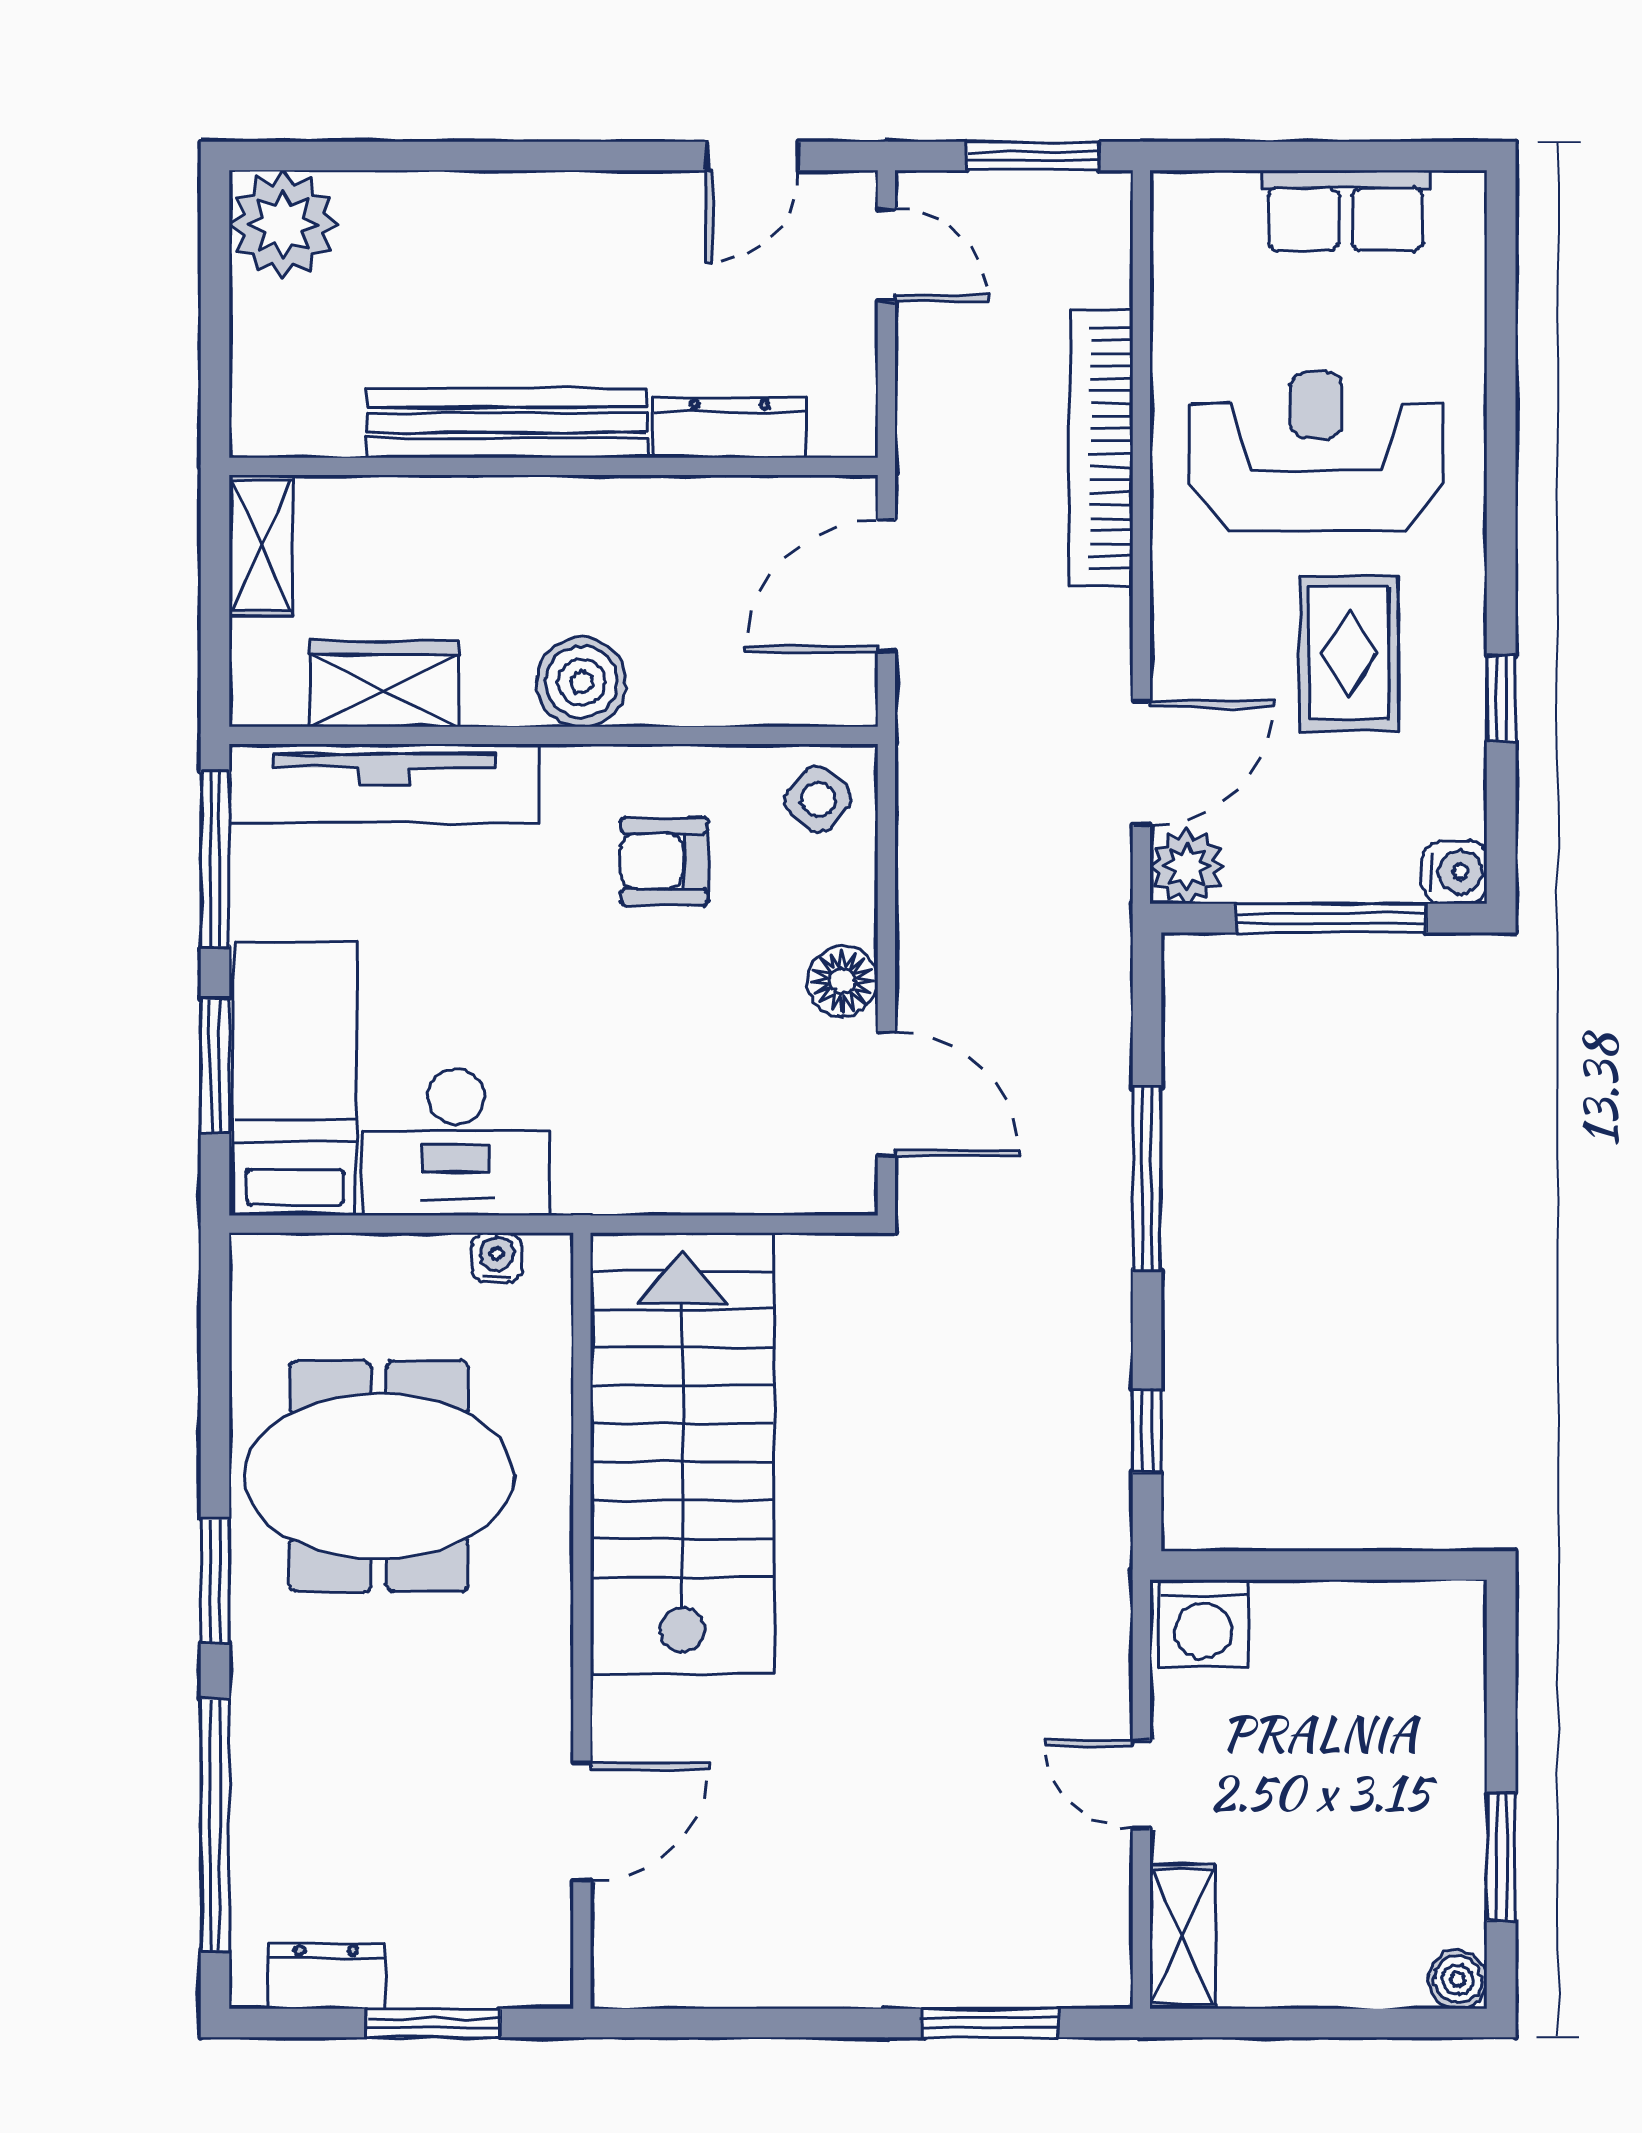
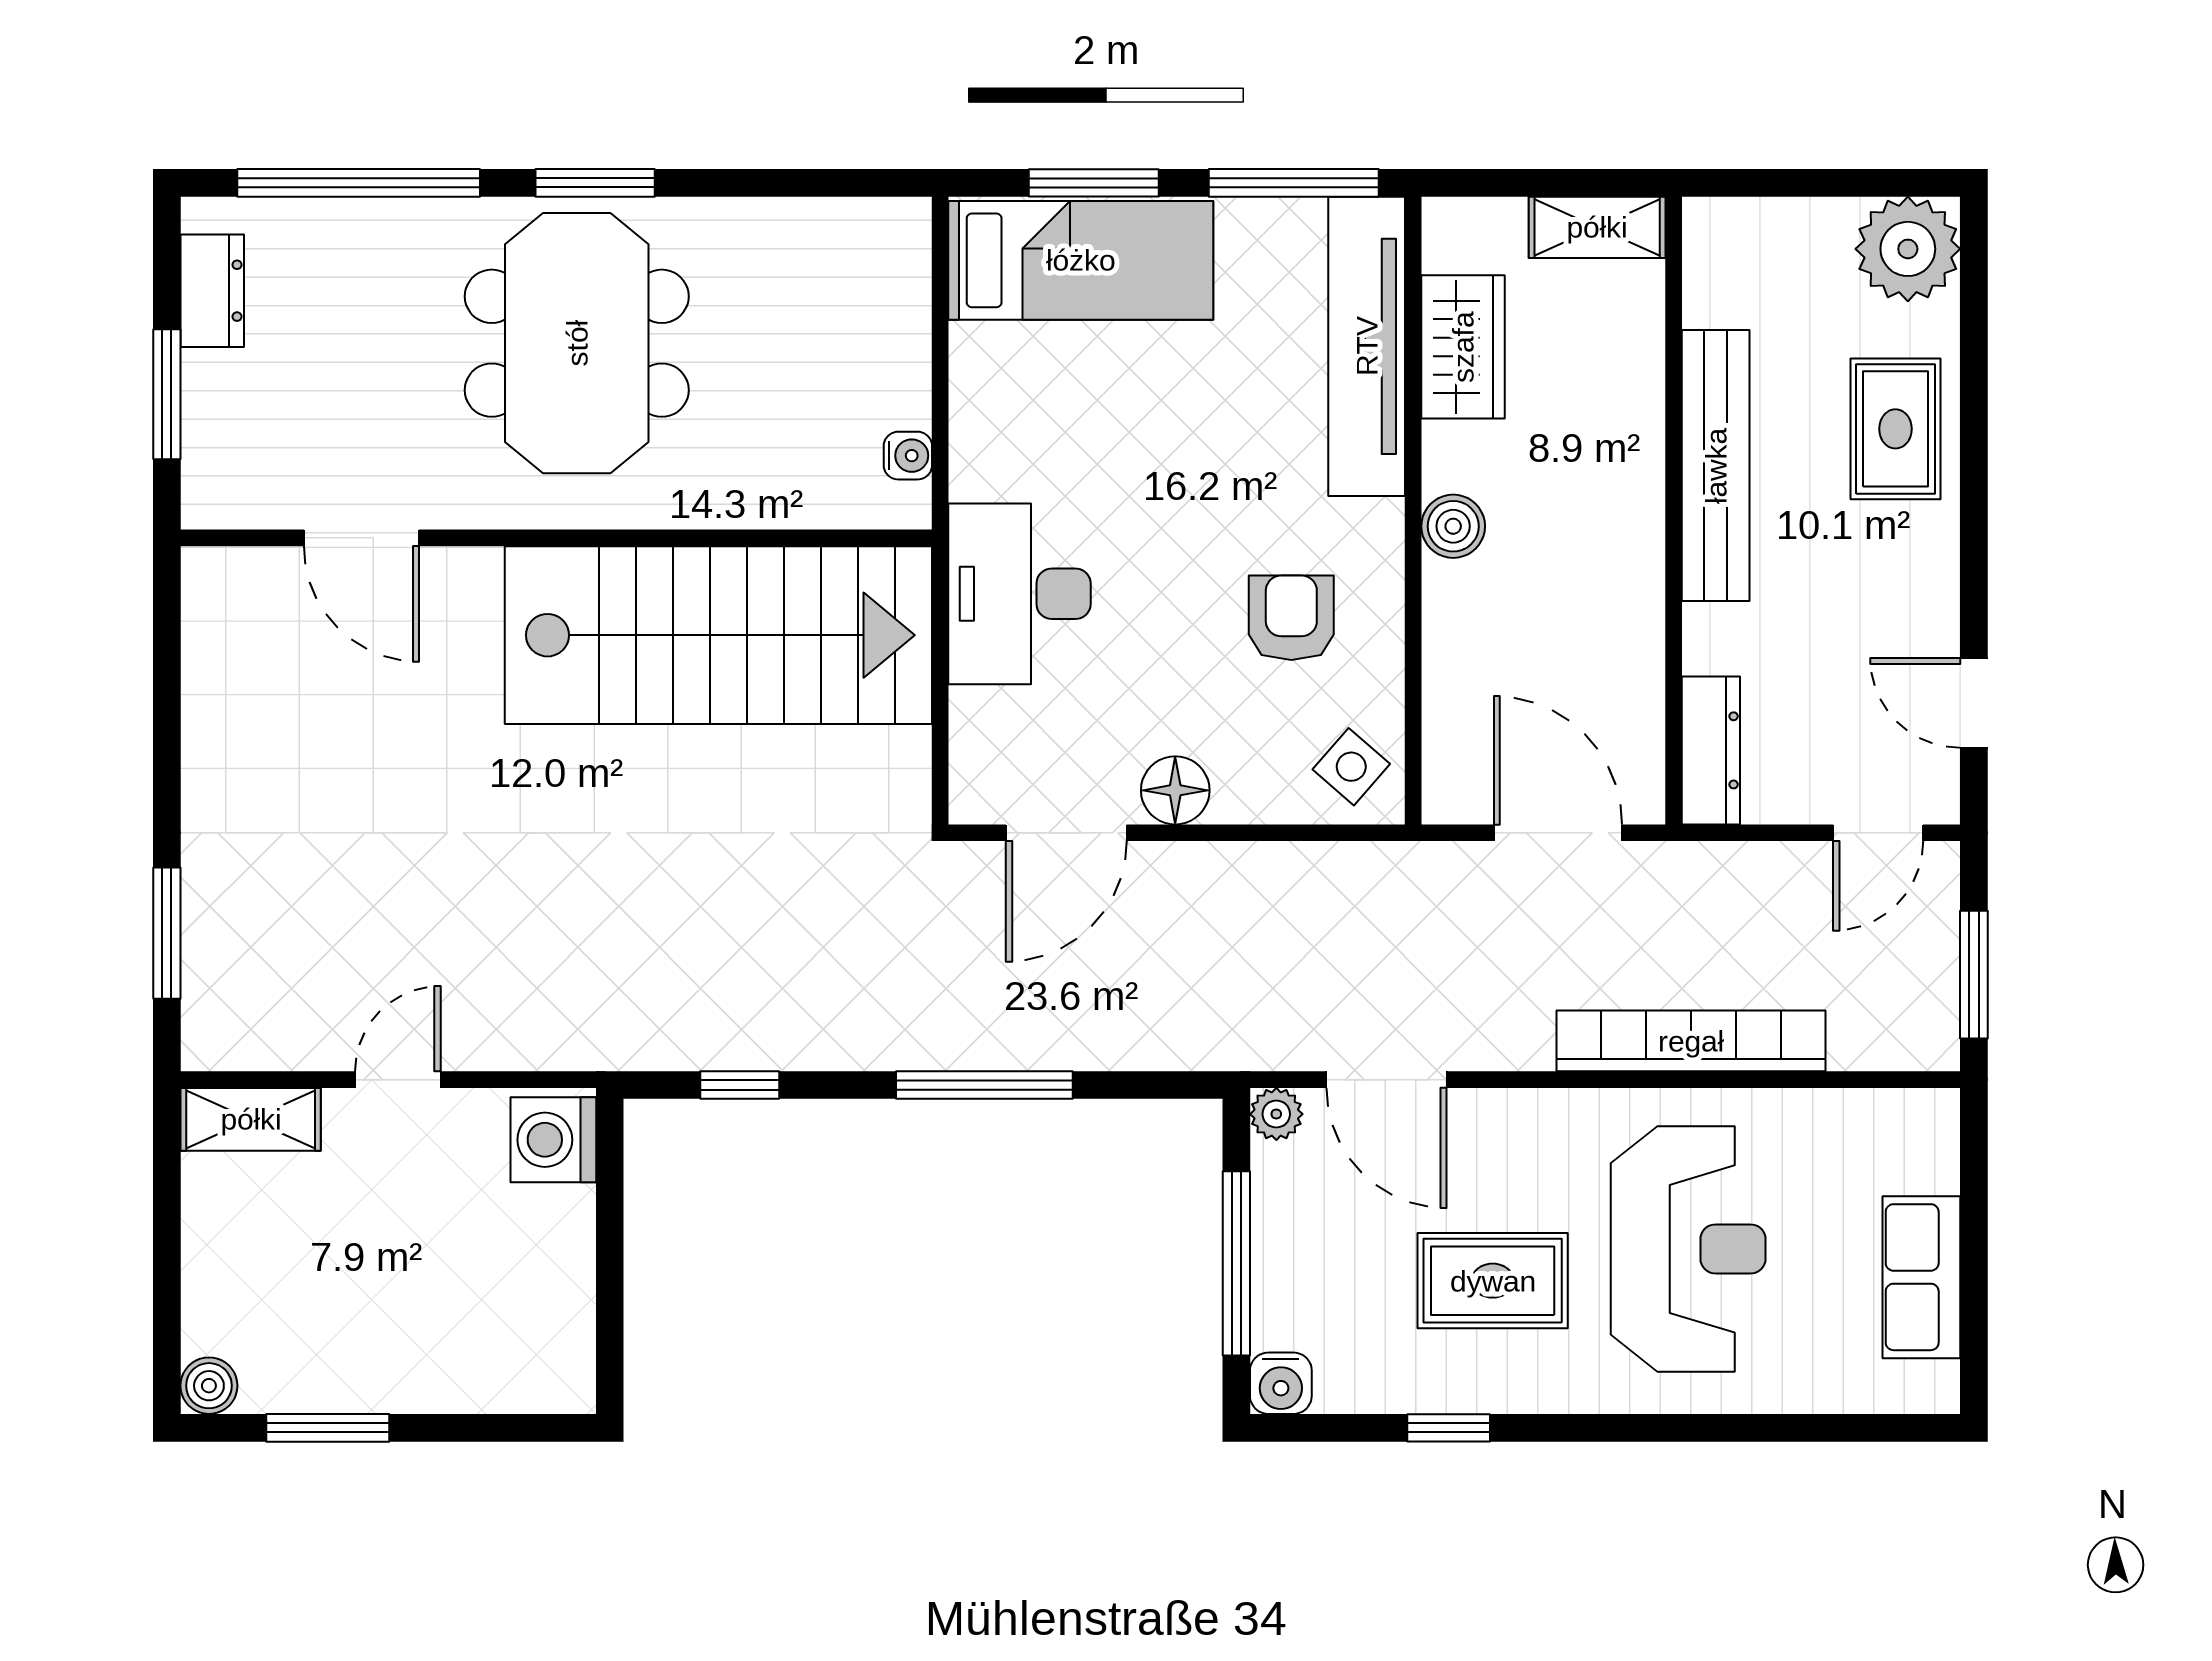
rug: (469, 237) -> (1895, 429), added
dresser: (729, 428) -> (1711, 750), moved
boiler: (582, 682) -> (1453, 526), width x0.73, depth x0.73
plant: (1187, 867) -> (1276, 1114), width x0.73, depth x0.73
desk: (456, 1142) -> (1020, 594), moved
meeting table: (379, 1476) -> (577, 343), moved

